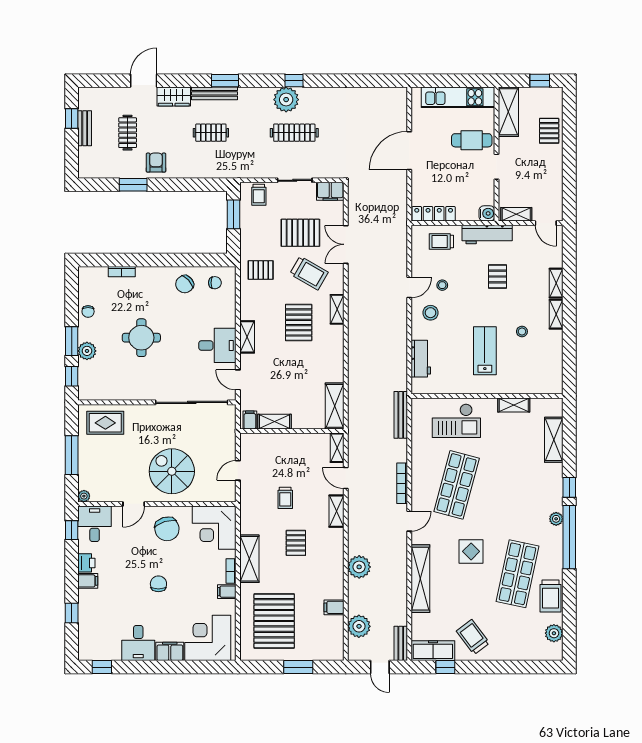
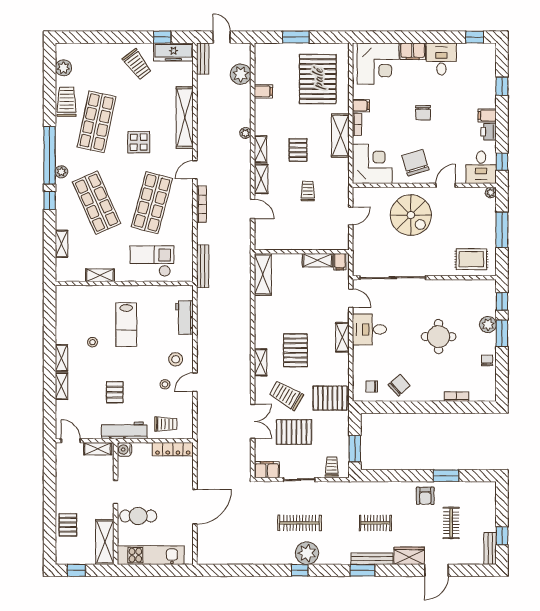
bench: (85, 128) -> (490, 548), moved
pallet: (261, 270) -> (330, 398), width x1.50, depth x1.42
shelving: (554, 440) -> (61, 244), width x0.67, depth x0.75
shelving: (337, 448) -> (260, 149), moved
shop shelf: (517, 485) -> (97, 203), added
plant: (359, 567) -> (245, 133), width x0.53, depth x0.53

